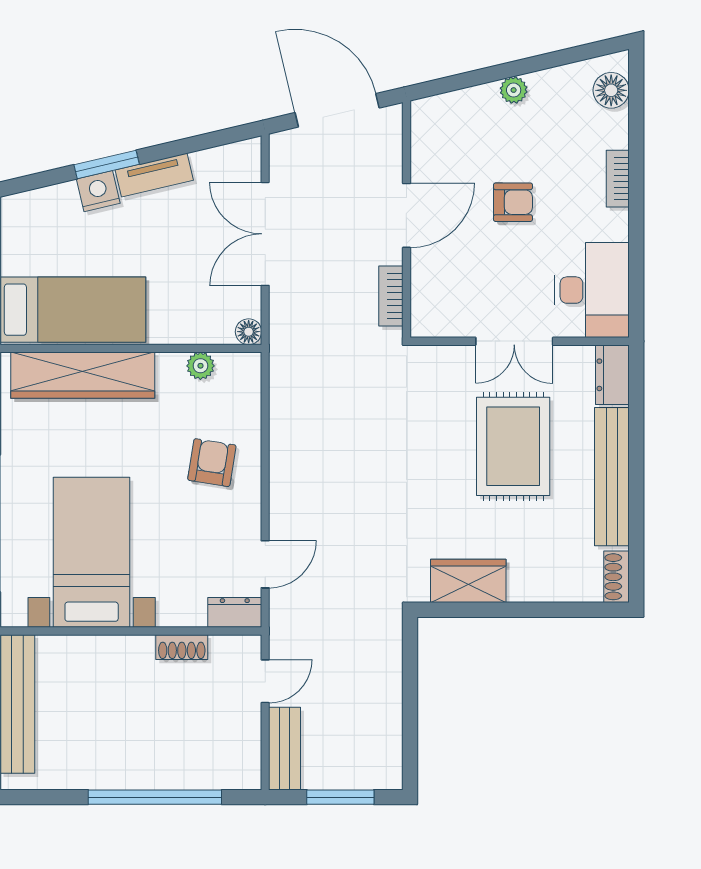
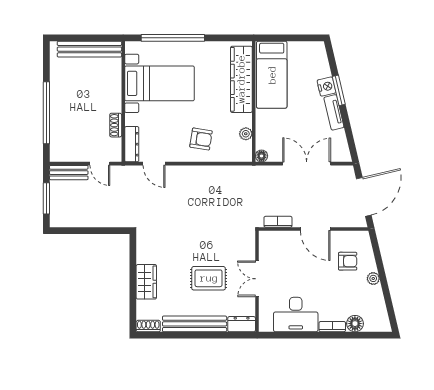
floor lamp: (611, 90) -> (355, 324), moved
armchair: (513, 202) -> (348, 261), moved, turned -90
desk: (592, 290) -> (296, 315), moved
rug: (513, 446) -> (209, 278), width x0.73, depth x0.70
wardrobe: (468, 581) -> (146, 282), moved
dresser: (235, 612) -> (132, 144), width x1.44

